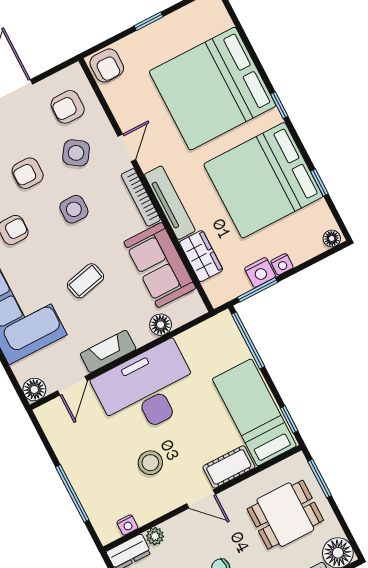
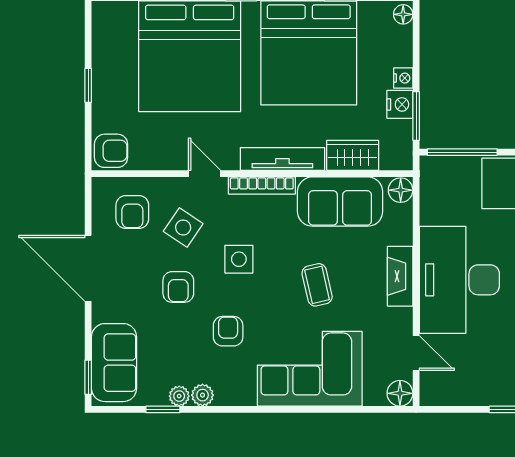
floor lamp: (161, 325) -> (401, 190), moved
fireplace: (108, 351) -> (400, 276), moved

